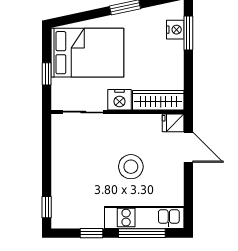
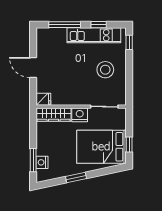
window: (47, 74) -> (129, 144), moved
door: (188, 147) -> (33, 68), moved
stool: (131, 167) -> (105, 70), moved
kitchen unit: (144, 218) -> (94, 35), moved

